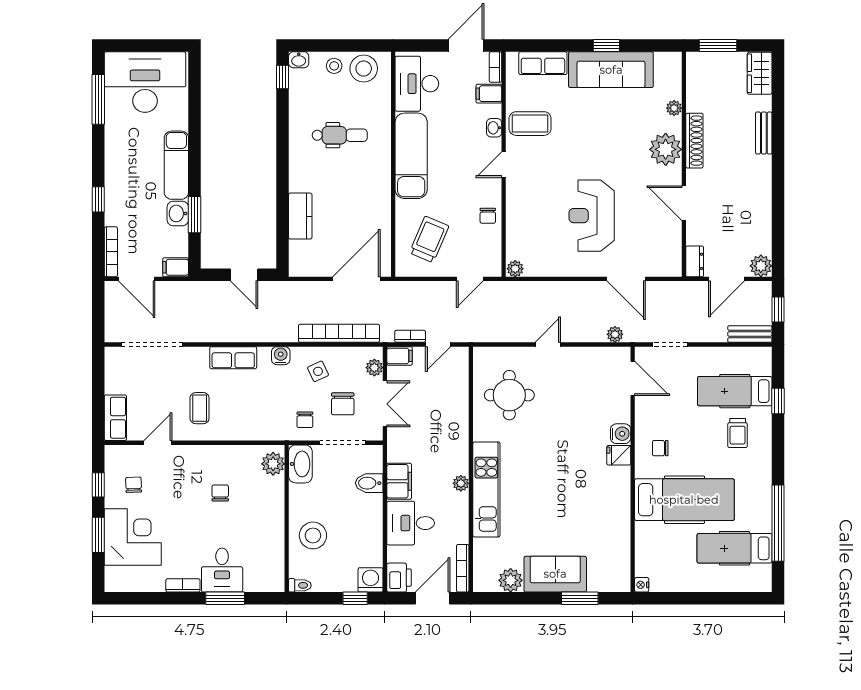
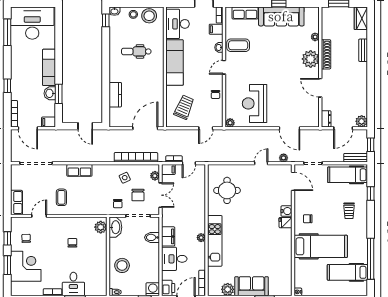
dental chair: (340, 135) -> (136, 51), turned 180
reception desk: (592, 216) -> (254, 103), moved
door: (548, 344) -> (261, 163), moved
water cooler: (281, 356) -> (105, 169), removed
hospital bed: (735, 391) -> (348, 175), moved

